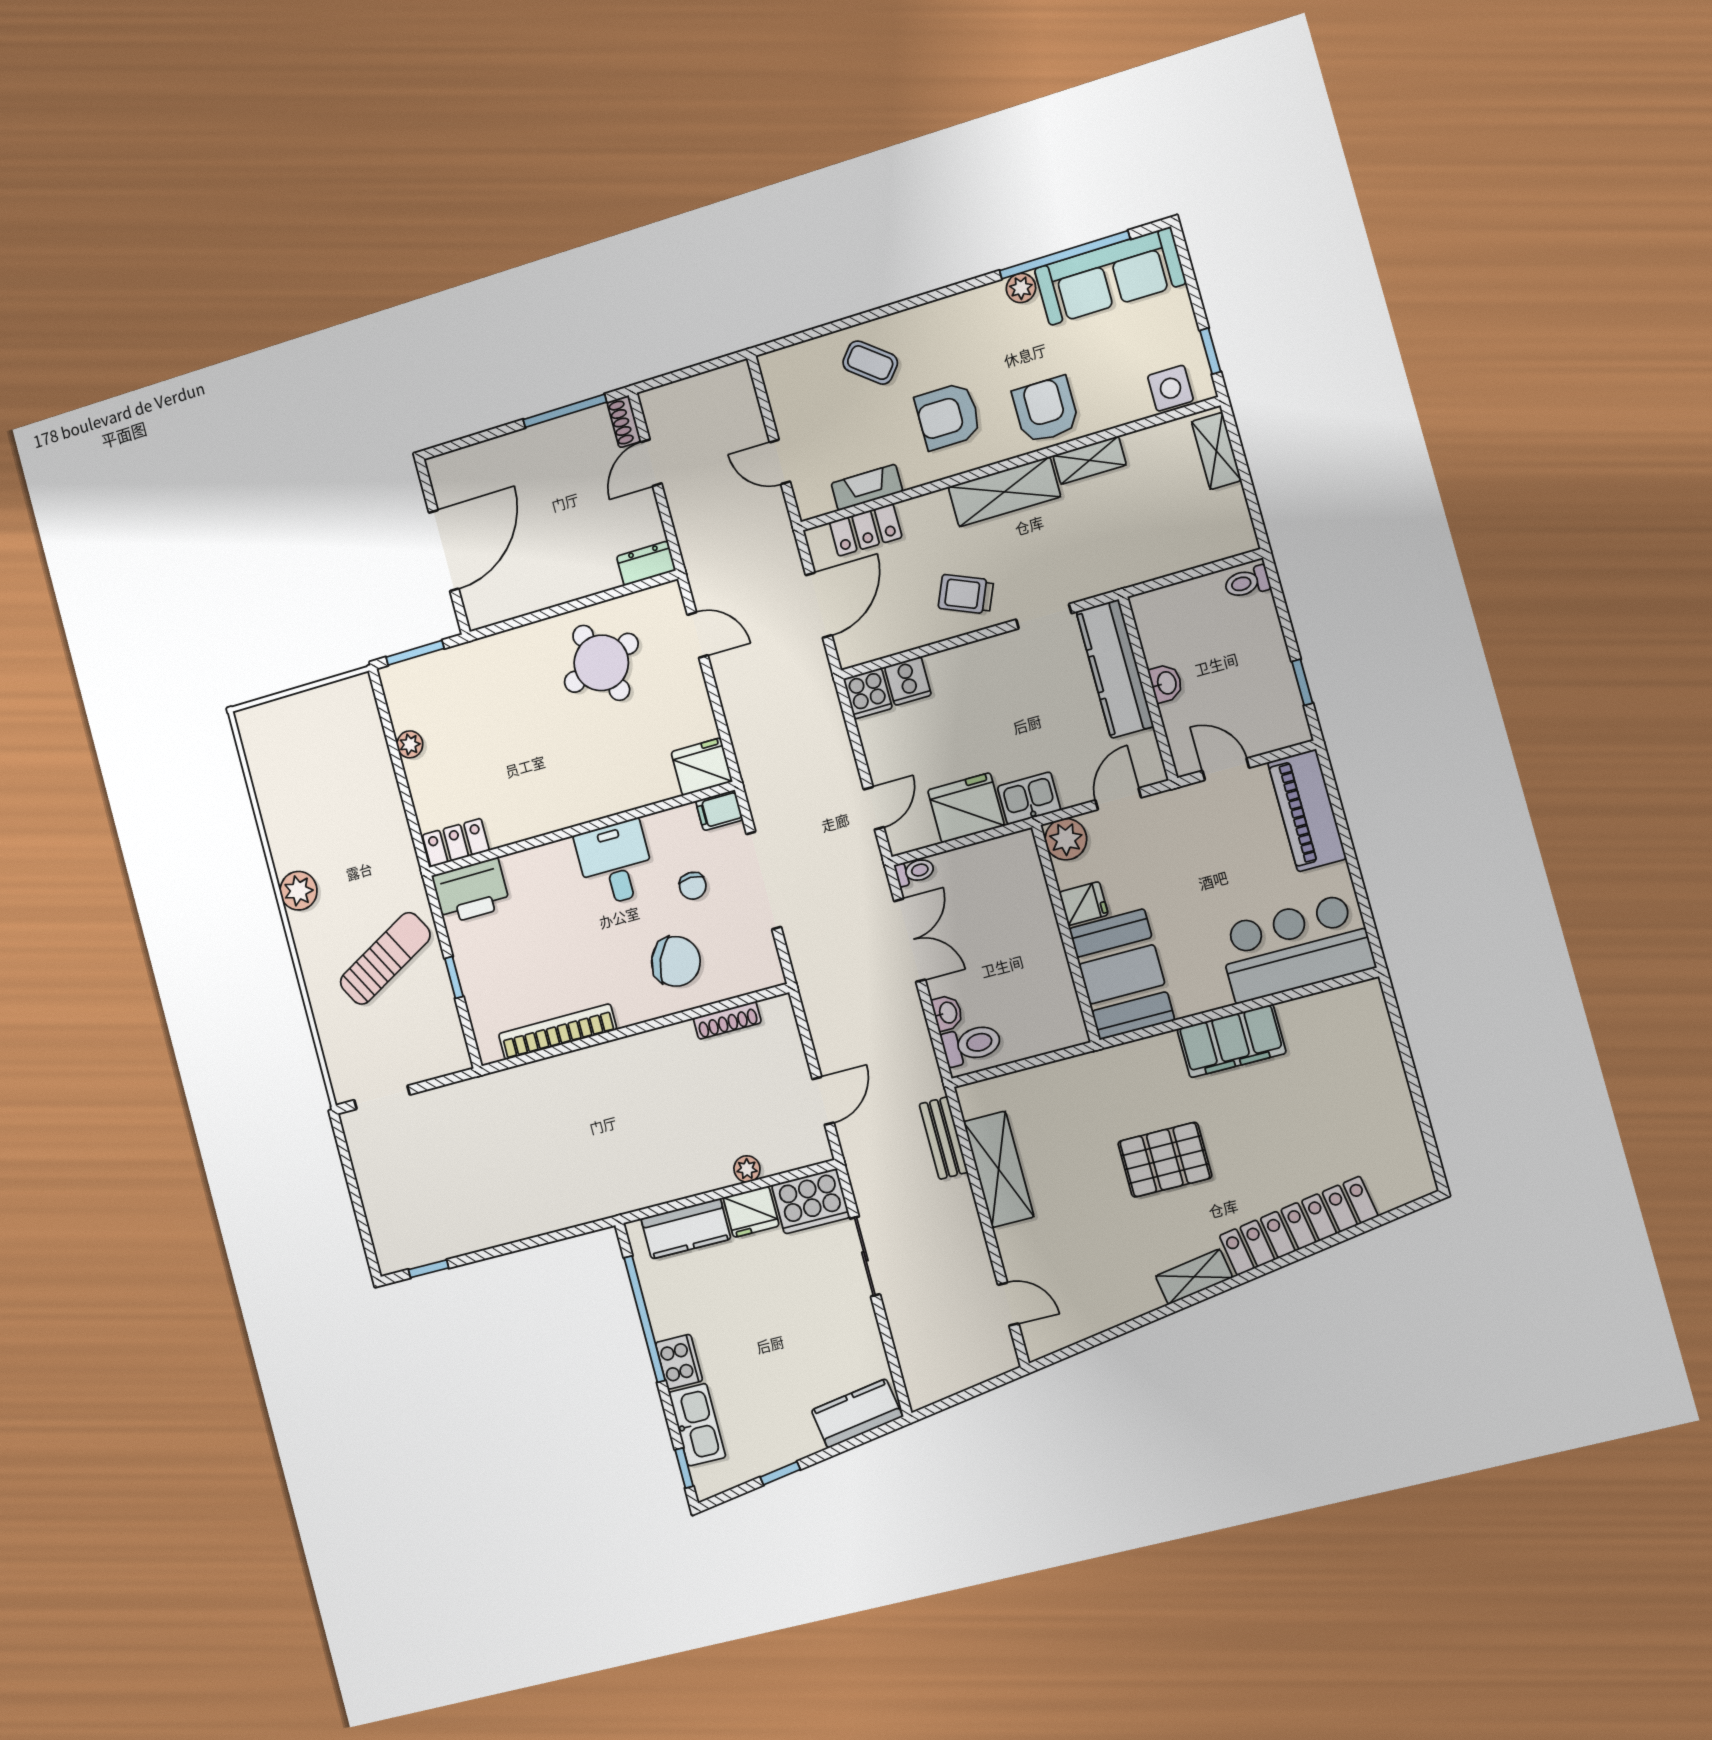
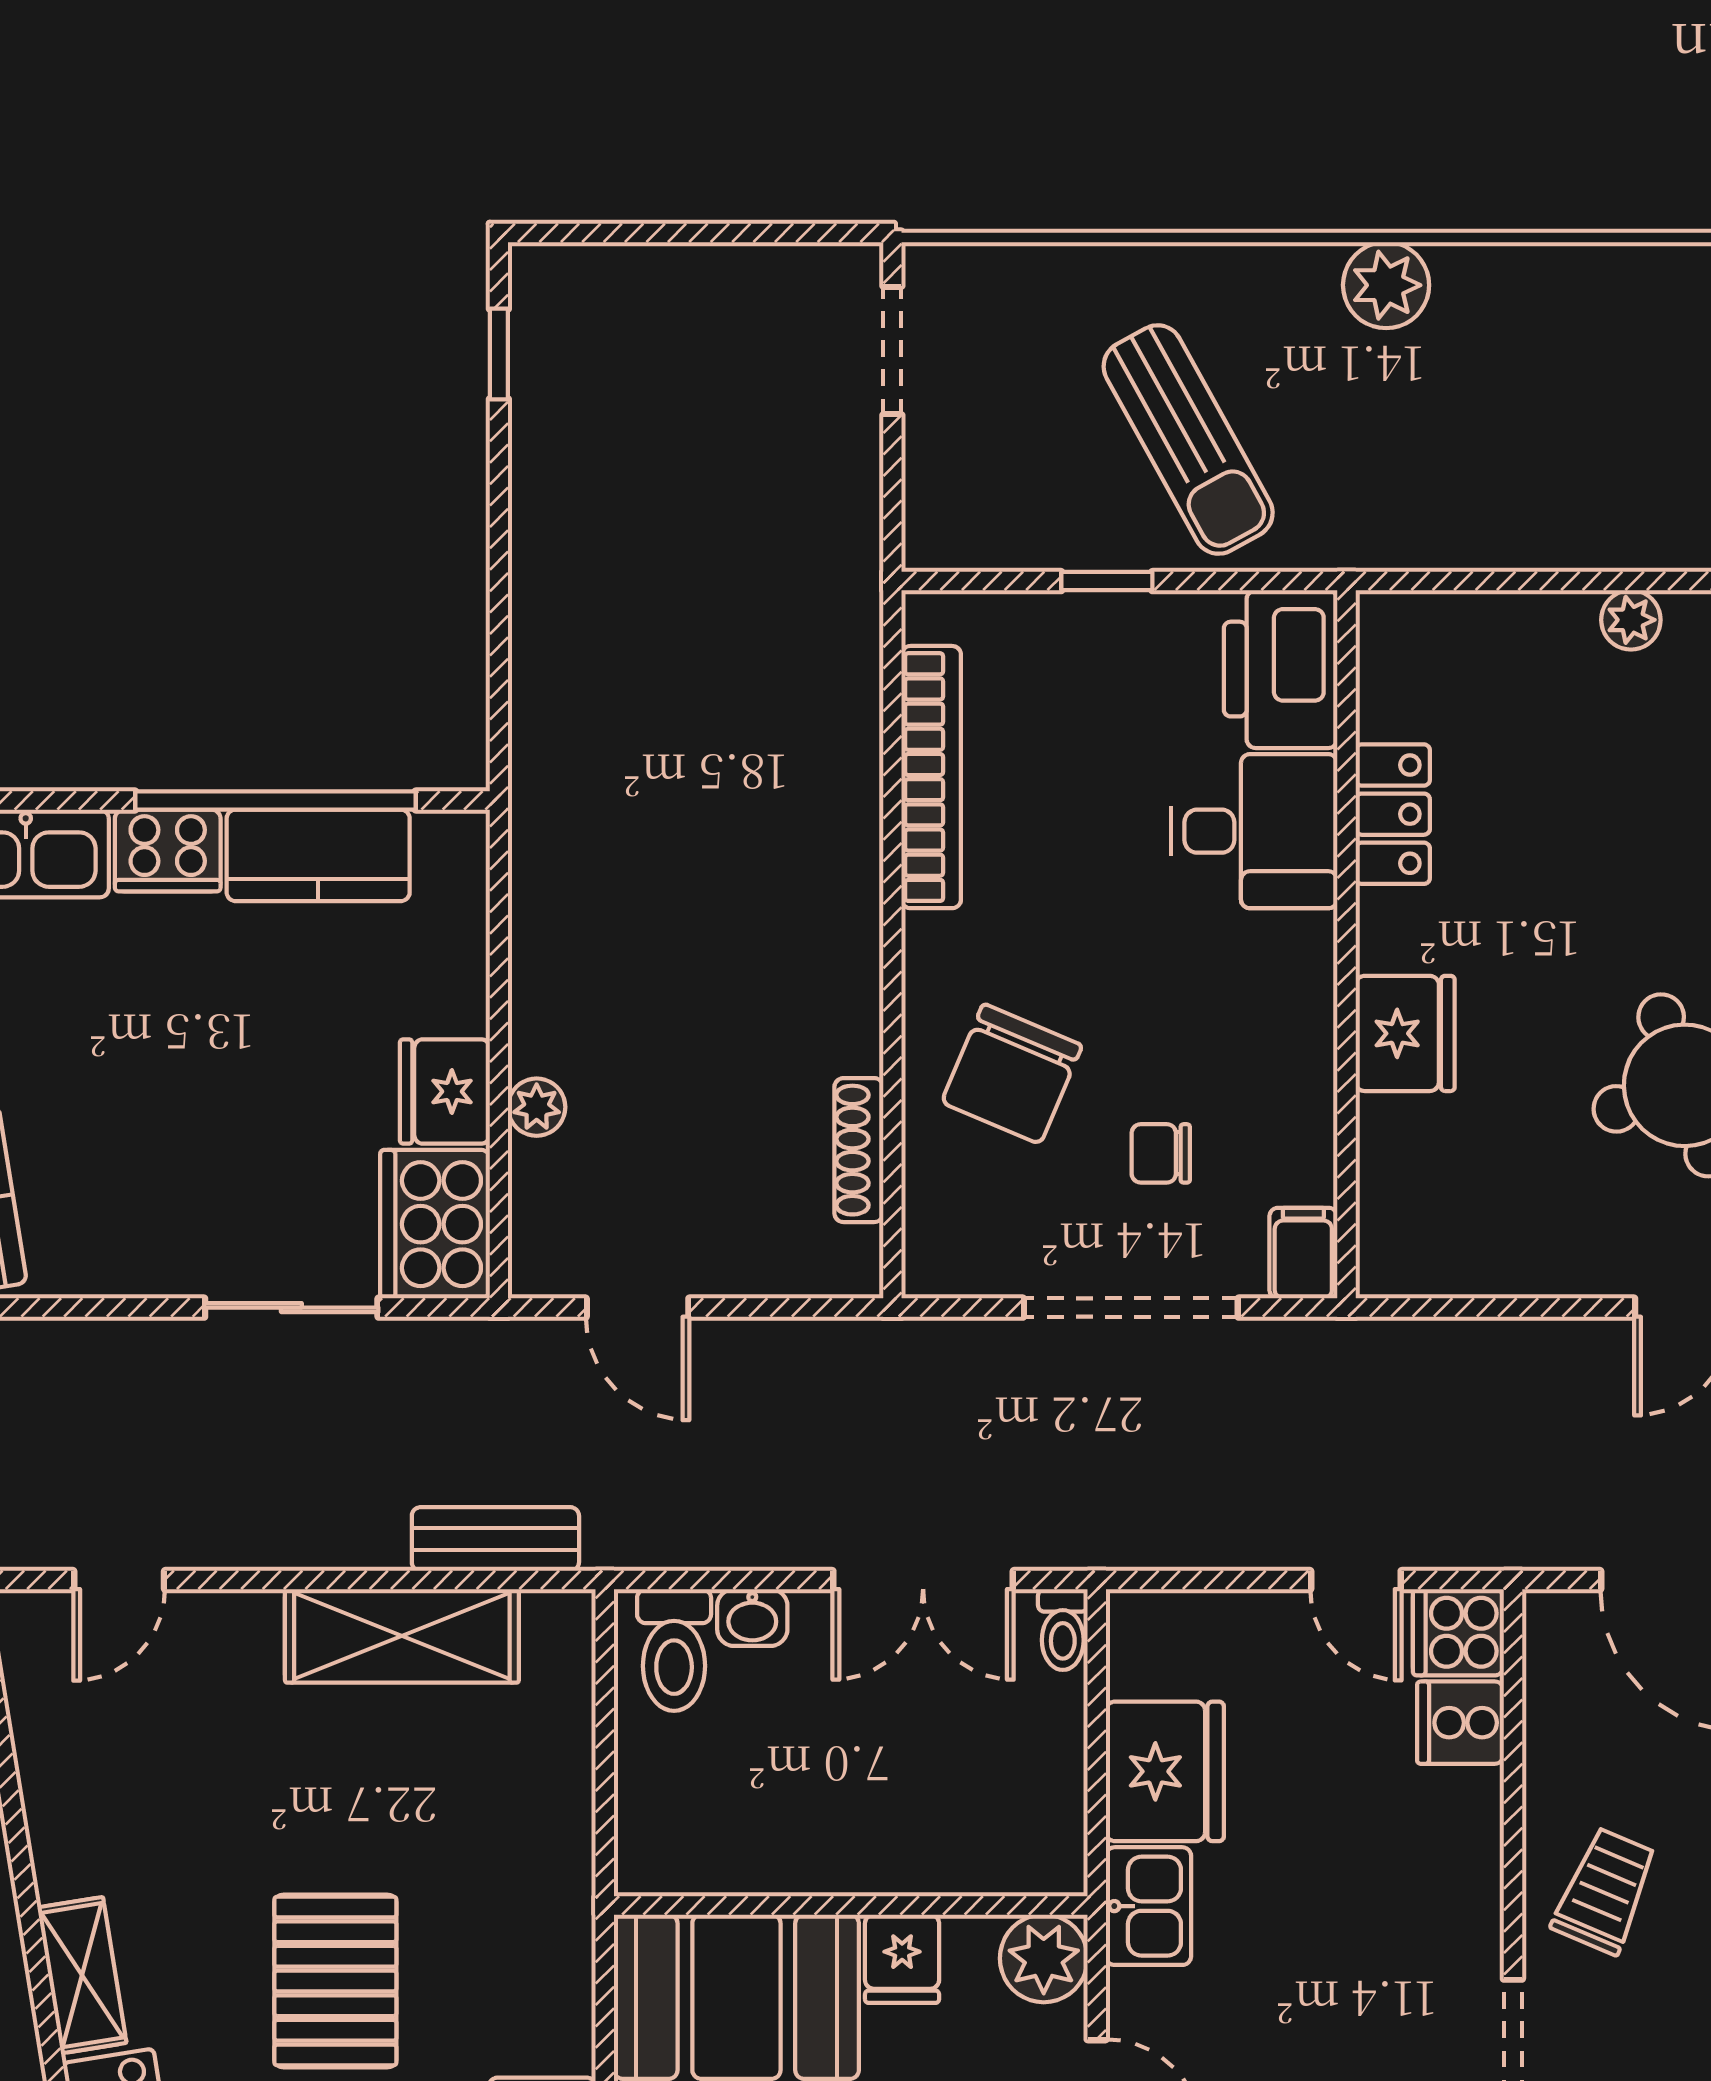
fridge: (702, 767) -> (1405, 1033), moved
door: (874, 808) -> (1356, 1580), moved
locker: (456, 843) -> (1393, 814), moved
desk: (615, 863) -> (1254, 831), moved
kitchen counter: (686, 1229) -> (318, 855), moved, turned -90

